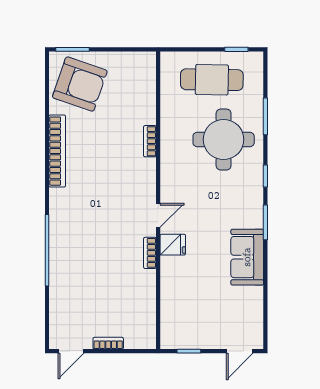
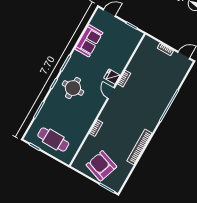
armchair: (80, 84) -> (101, 166), moved
round table: (224, 140) -> (73, 88), moved, width x0.73, depth x0.73
door: (158, 215) -> (111, 93), hinge flipped
sofa: (247, 257) -> (89, 41), moved

